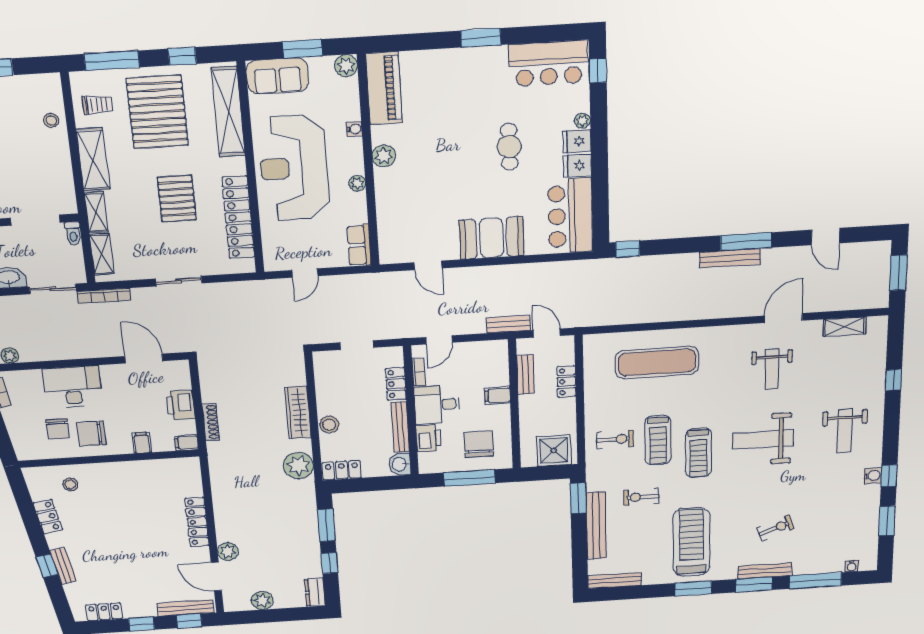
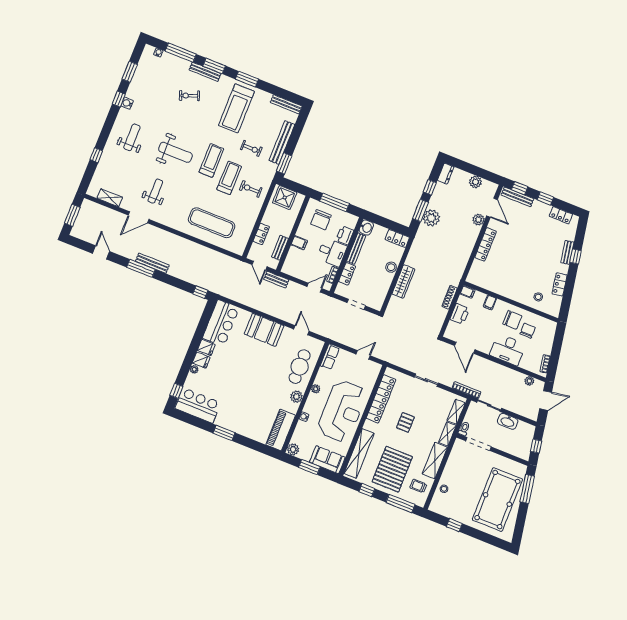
cafe table: (509, 147) -> (300, 367), moved, width x1.37, depth x1.35
pallet: (177, 199) -> (405, 422), width x0.67, depth x0.71
plant: (298, 466) -> (431, 218), moved

